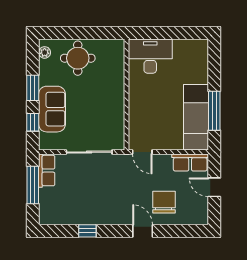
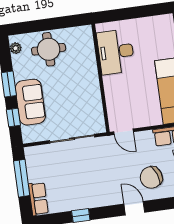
desk: (150, 56) -> (116, 52), moved, turned -90
row of seats: (47, 171) -> (38, 199), moved
chair: (164, 202) -> (151, 177), turned -110

